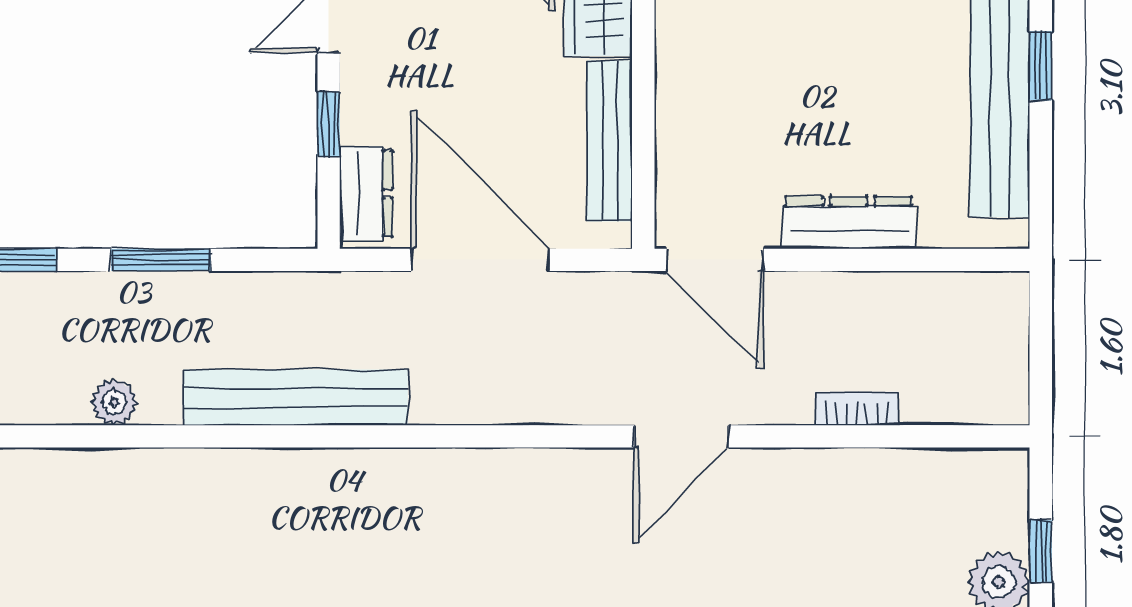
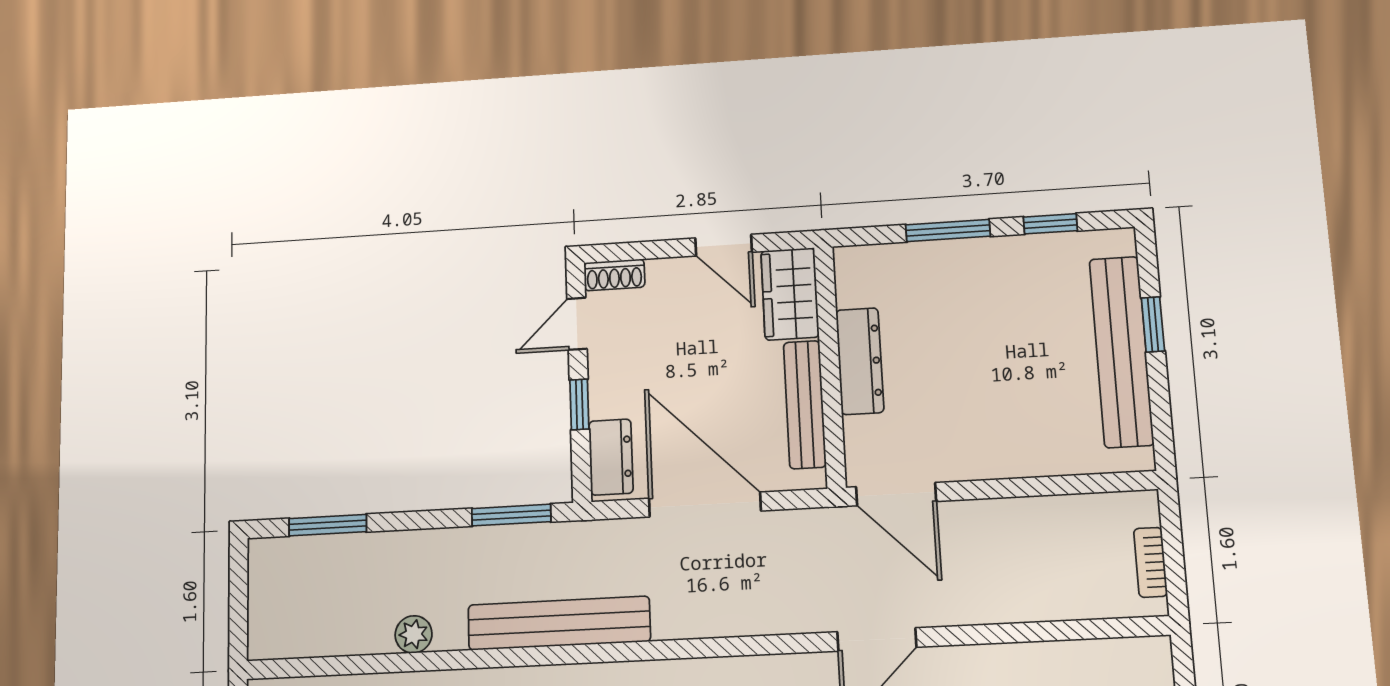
dresser: (849, 223) -> (860, 361), moved, turned 90
window: (161, 260) -> (511, 515), moved
bookcase: (857, 409) -> (1150, 562), moved, turned -90

